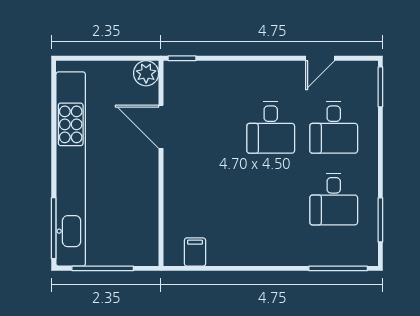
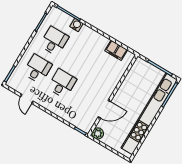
door: (320, 58) -> (27, 99), swing flipped
door: (161, 127) -> (104, 109), hinge flipped
filing cabinet: (195, 252) -> (116, 50), width x2.00
water cooler: (310, 255) -> (76, 25), added

